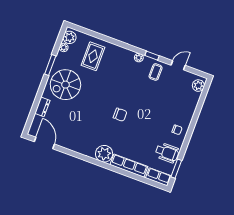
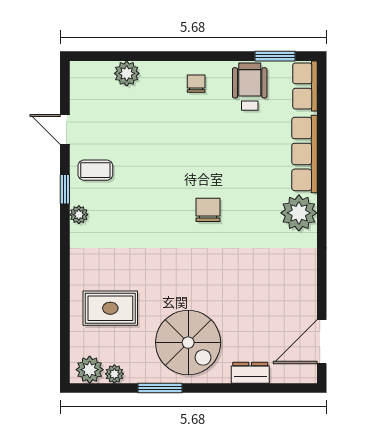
plant: (198, 86) -> (127, 73), moved

